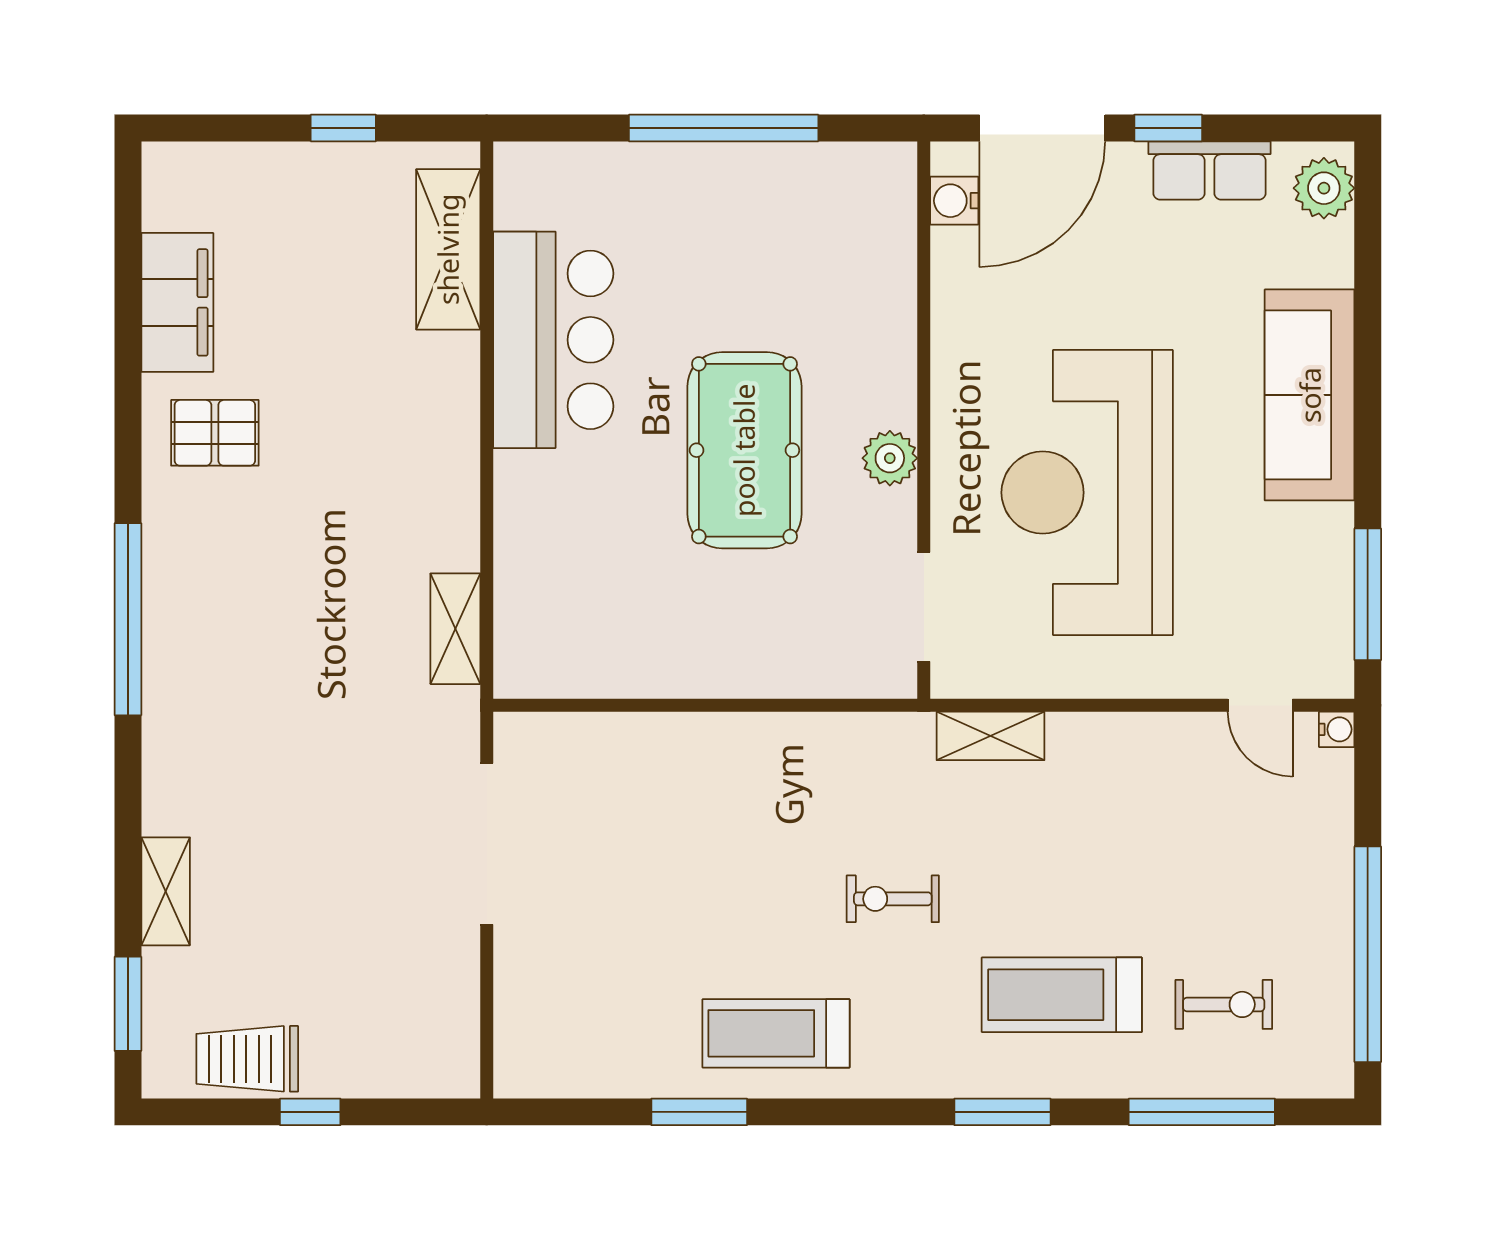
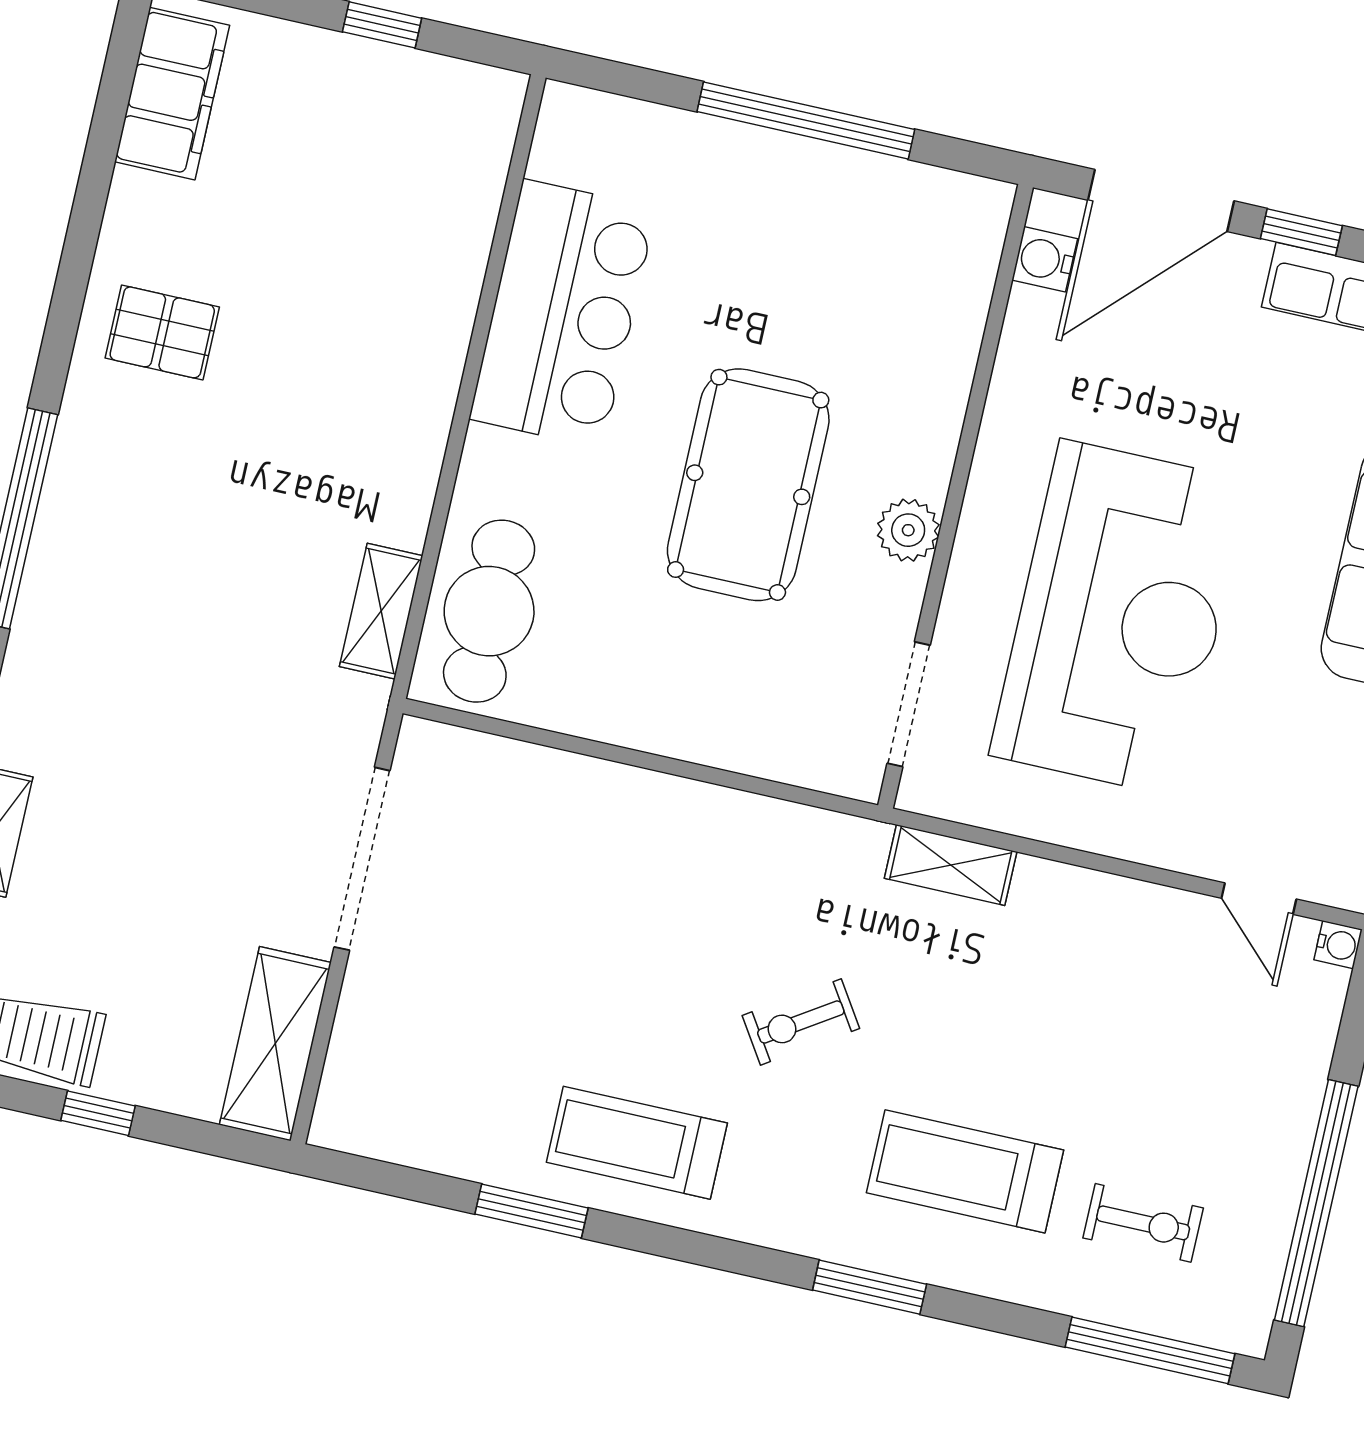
shelving: (448, 249) -> (275, 1044), moved
filing cabinet: (177, 302) -> (172, 94), moved
reception desk: (1087, 493) -> (1119, 618), turned 180
cafe table: (548, 608) -> (489, 611), added
exercise bike: (893, 899) -> (801, 1022), turned -33
window: (1202, 1112) -> (1150, 1350), moved

